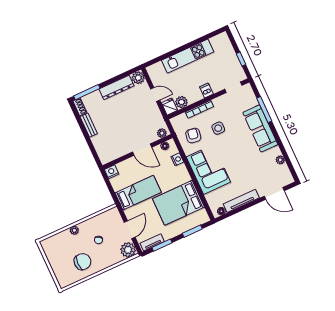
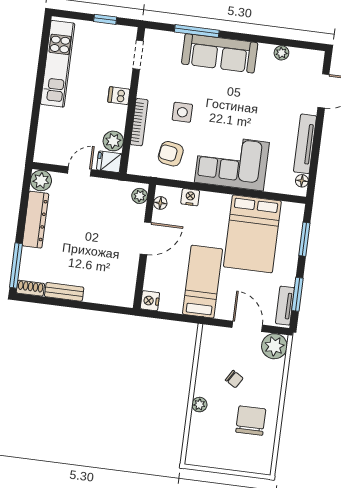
kitchen unit: (188, 56) -> (58, 64), moved

